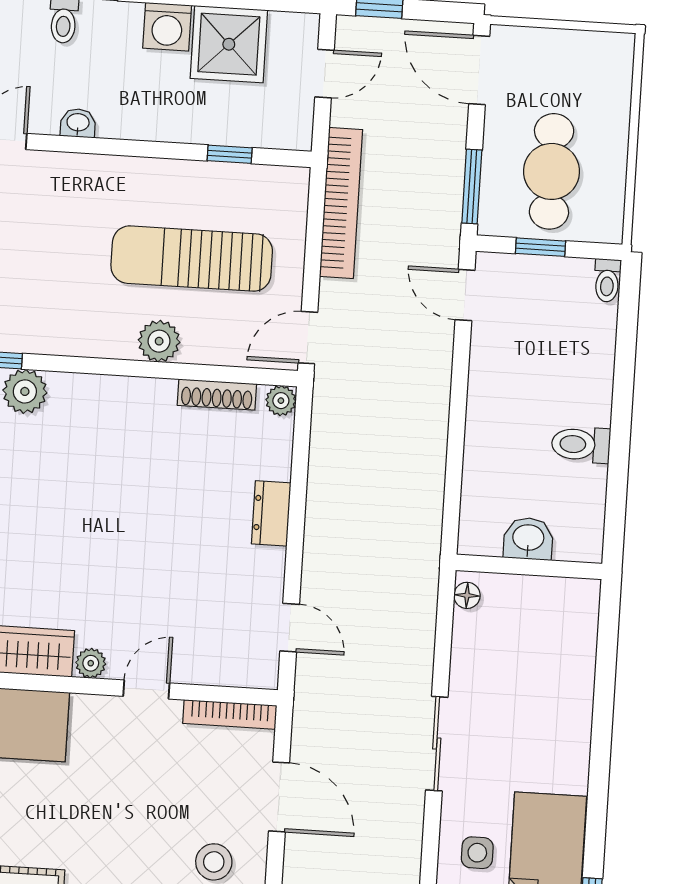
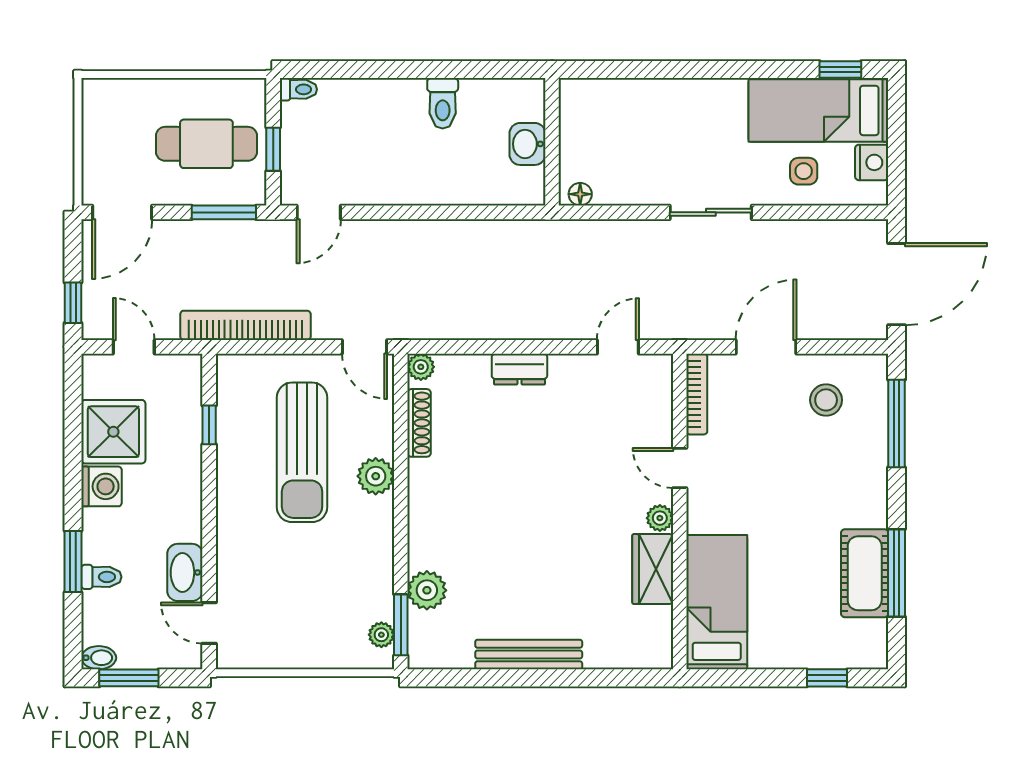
washbasin: (78, 123) -> (185, 572), width x1.91, depth x1.45

